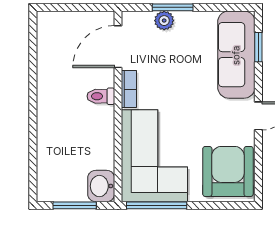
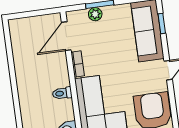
toilet: (101, 96) -> (62, 93), moved

